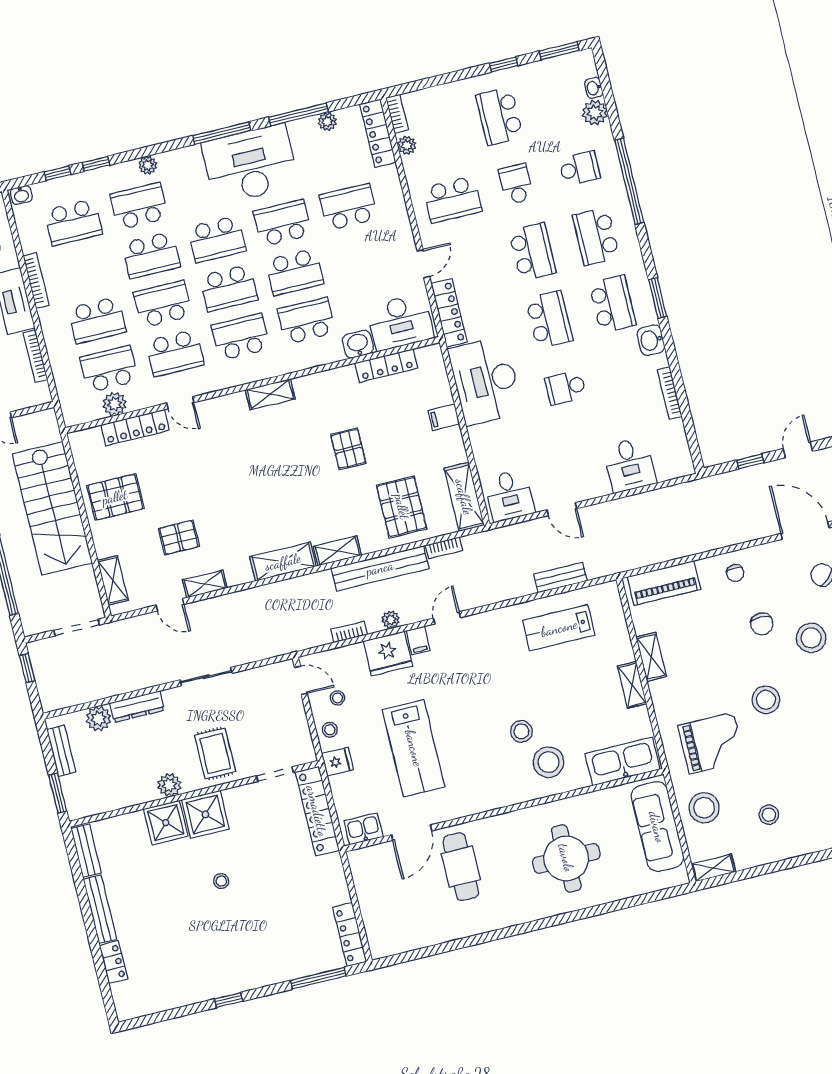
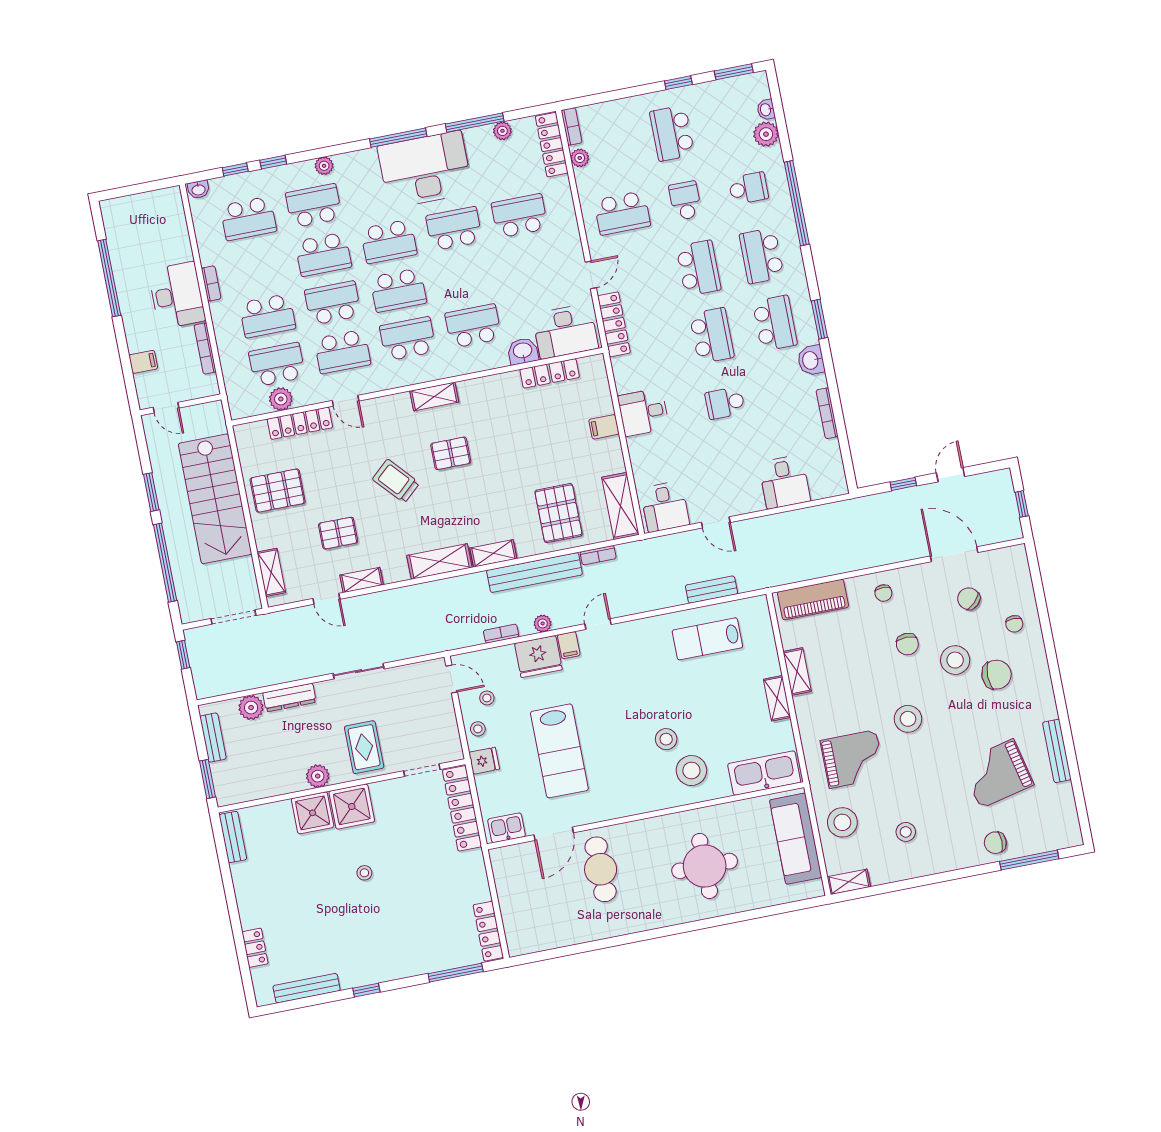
school desk: (295, 272) -> (464, 277), removed
bookcase: (36, 280) -> (211, 284), width x0.64
desk: (486, 381) -> (643, 412), width x0.53, depth x0.77
pallet: (348, 449) -> (451, 453), moved, turned 90
trolley: (235, 482) -> (396, 481), added
bench: (100, 909) -> (307, 988), moved, turned 90

